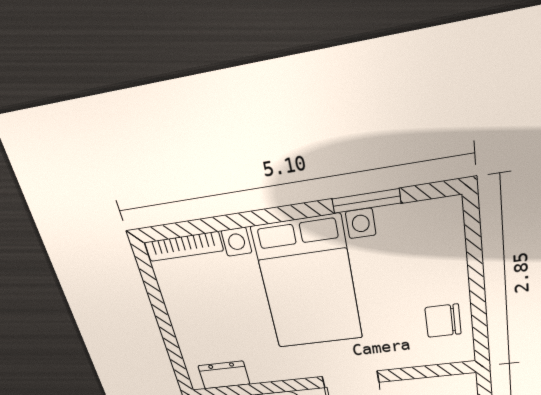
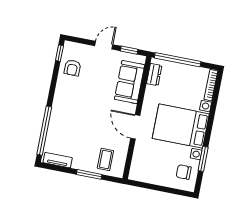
chair: (443, 321) -> (184, 172), moved, turned -90
window: (169, 338) -> (178, 60), added

